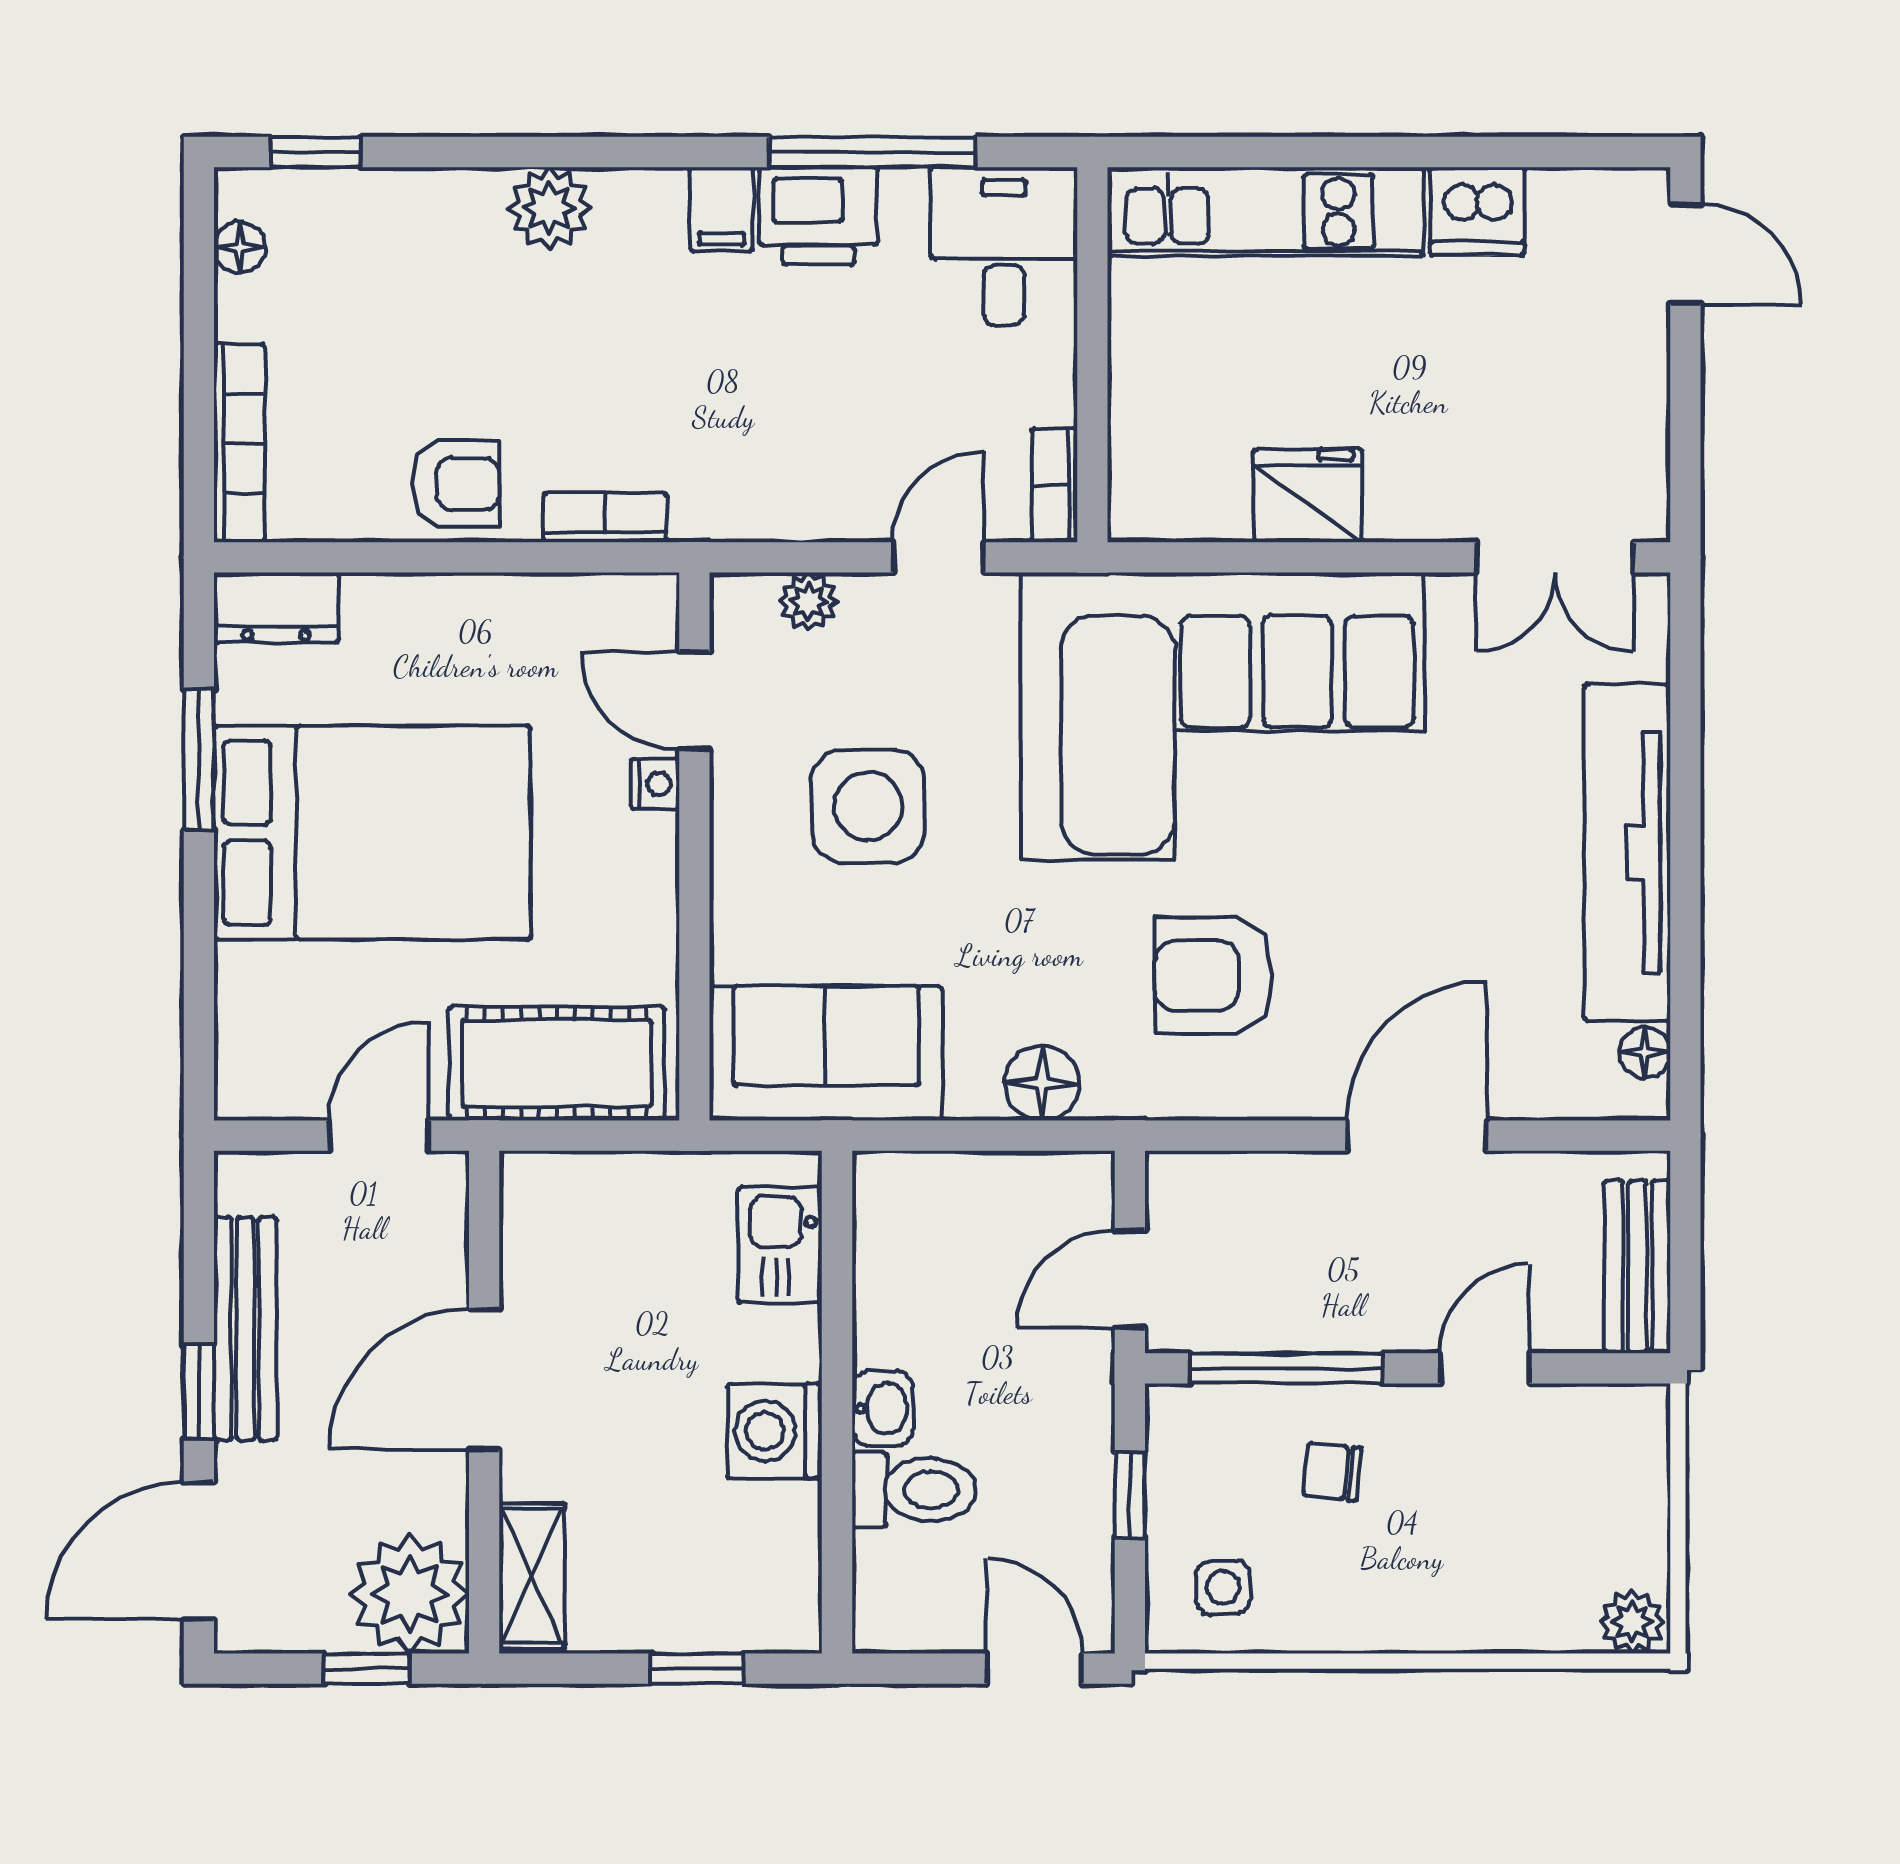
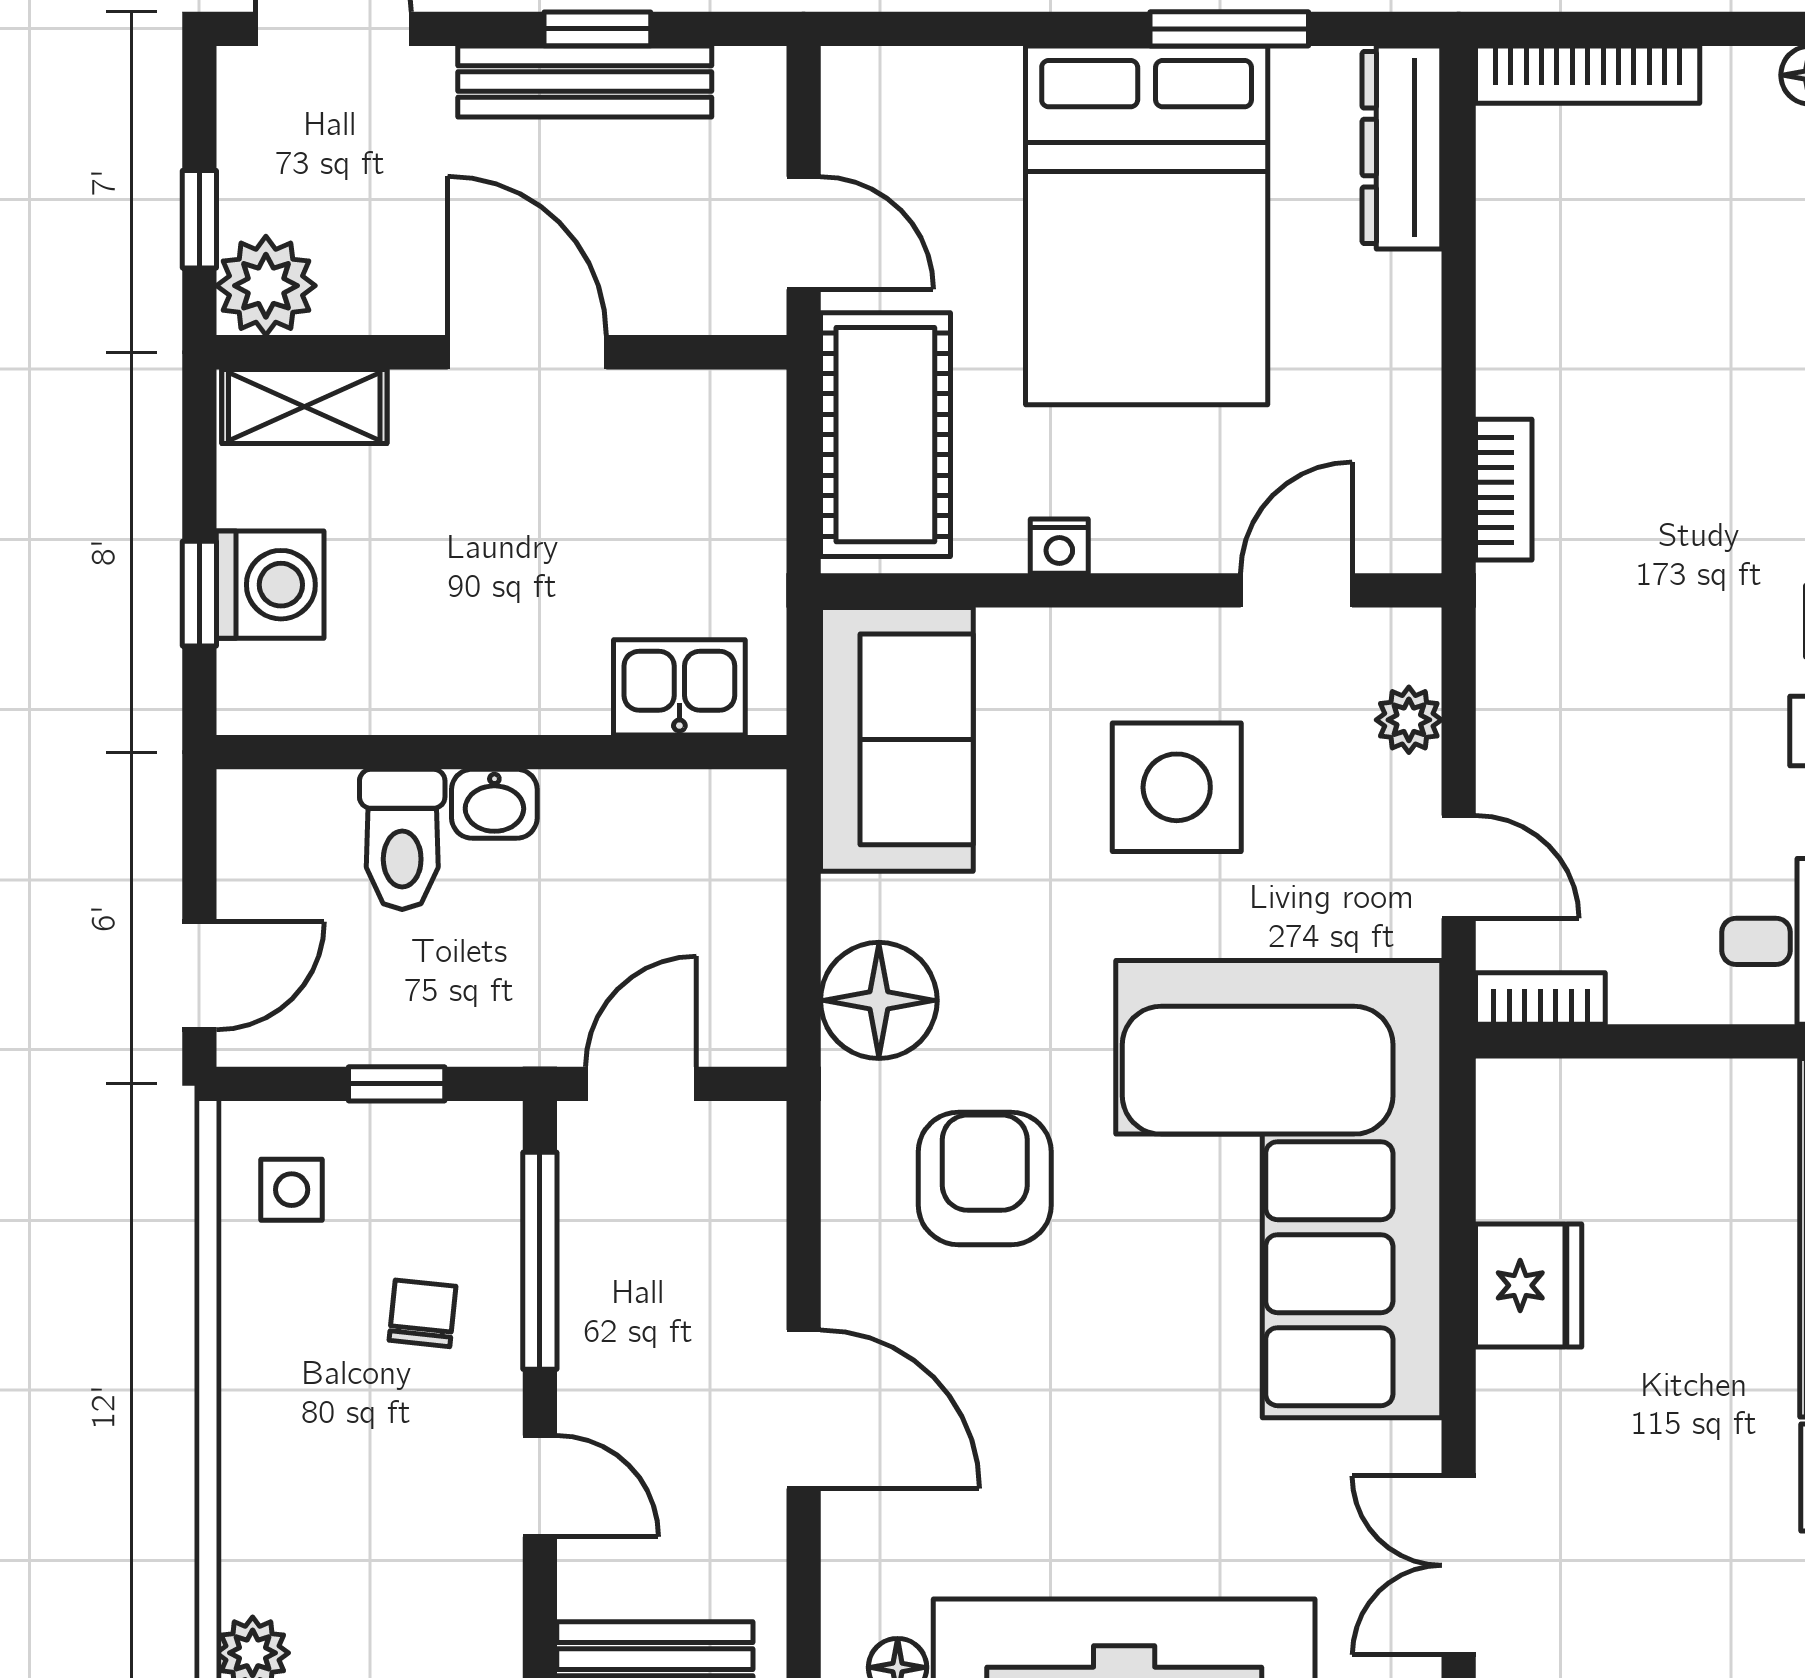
armchair: (456, 484) -> (1542, 320), removed
dresser: (276, 608) -> (1402, 147), width x1.44
nightstand: (655, 784) -> (1059, 546), moved
floor lamp: (1042, 1083) -> (879, 1000), width x1.38, depth x1.38
door: (1130, 1279) -> (641, 1084), hinge flipped
window: (199, 1392) -> (597, 29), moved
washing machine: (775, 1431) -> (270, 585), moved, turned 90
plant: (410, 1594) -> (266, 286), width x0.73, depth x0.73

